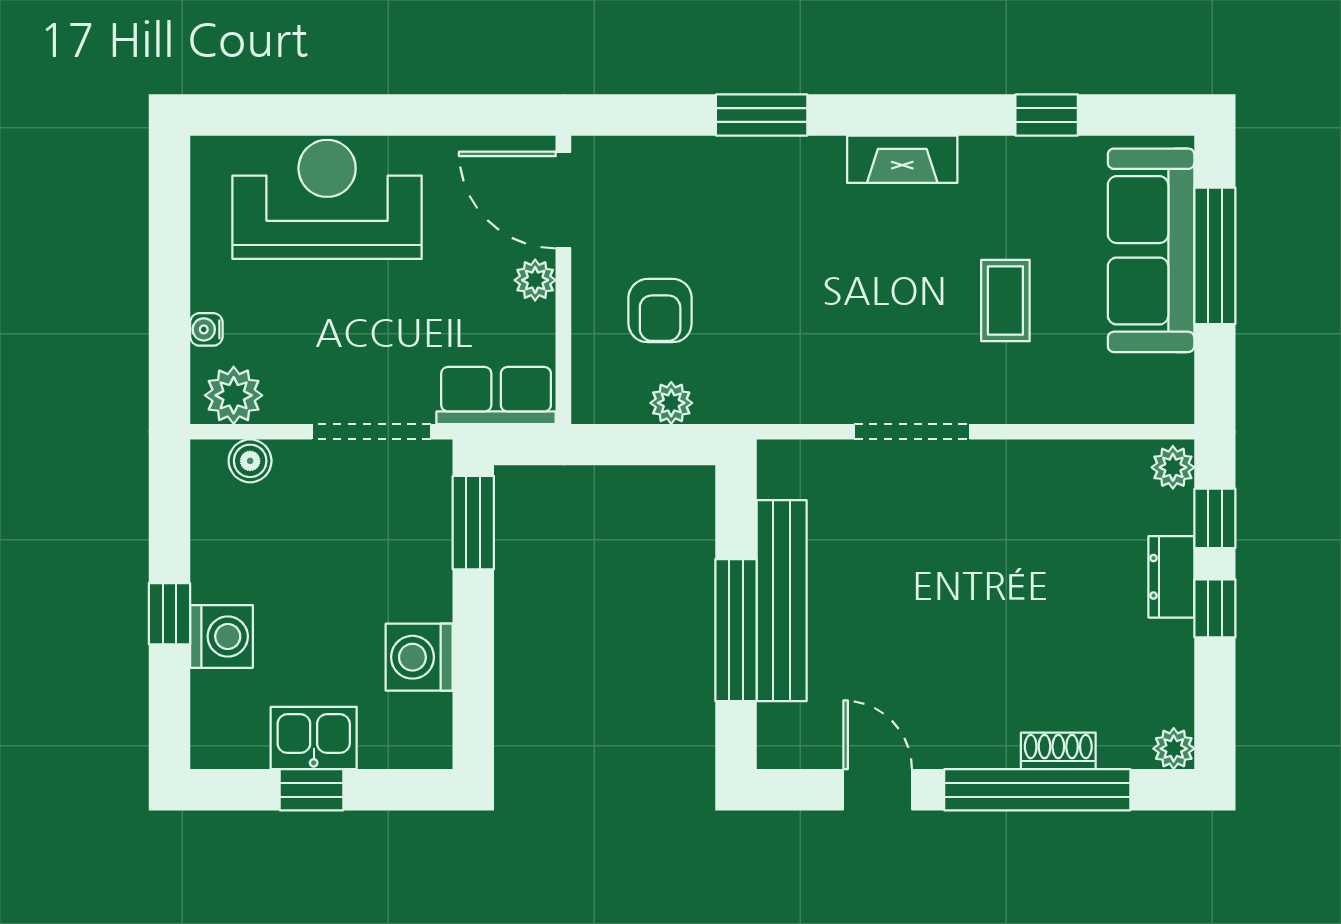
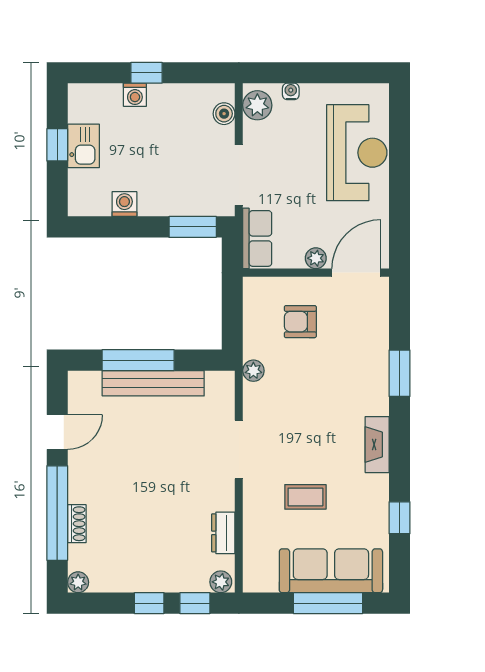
plant: (671, 403) -> (253, 371), moved
dresser: (1171, 577) -> (223, 533), moved, turned -90
washing machine: (221, 636) -> (135, 95), width x0.73, depth x0.73
washing machine: (419, 657) -> (124, 204), width x0.73, depth x0.73

